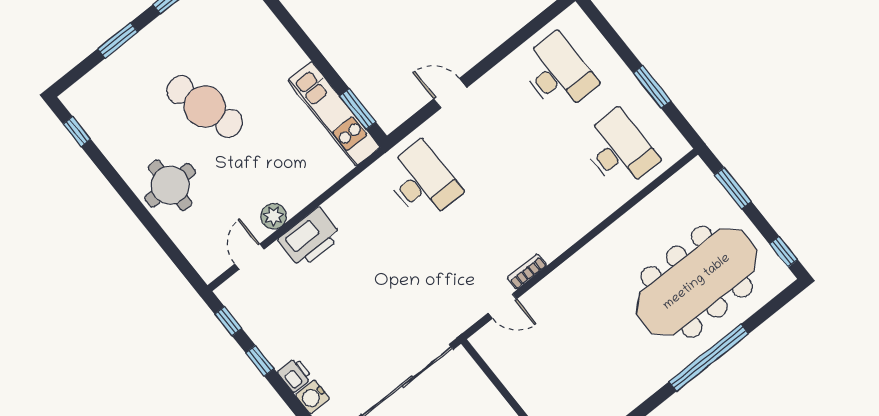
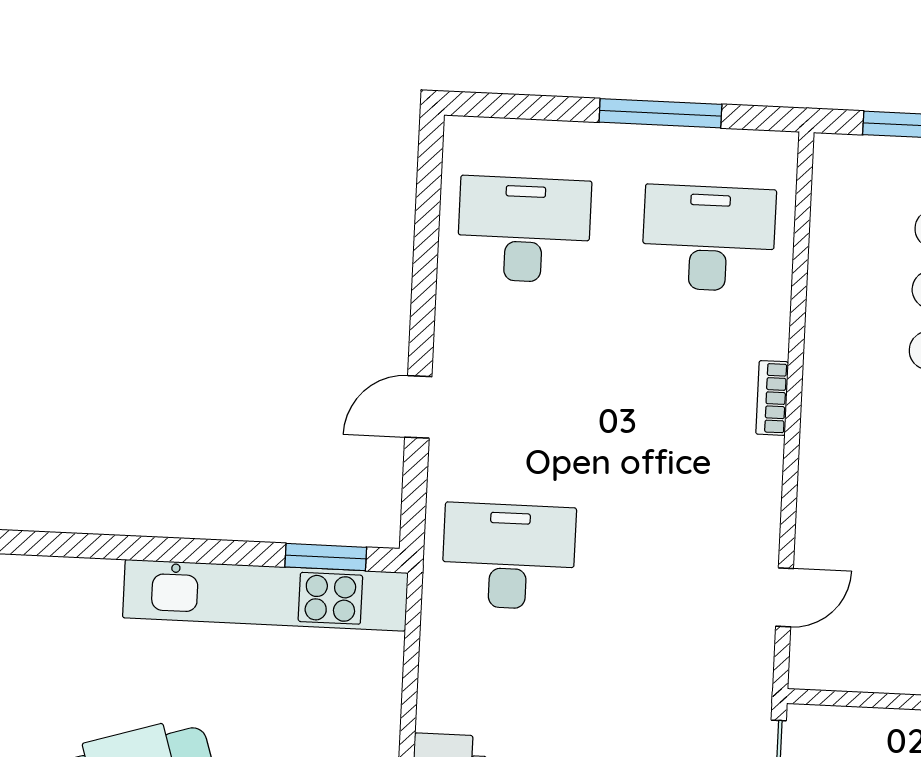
window: (652, 87) -> (660, 113), width x1.44
kitchen unit: (334, 114) -> (265, 595), width x1.36
bookcase: (527, 272) -> (772, 398), moved

